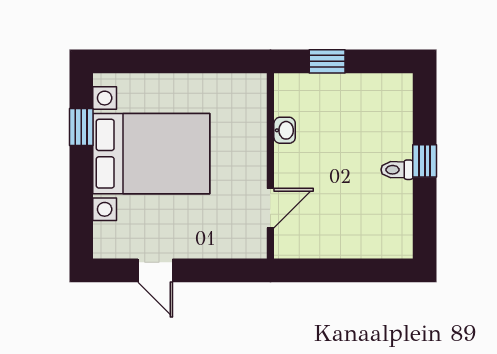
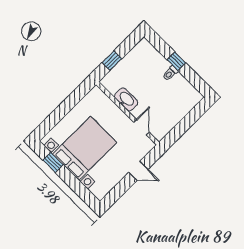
washbasin: (285, 130) -> (126, 99), width x1.91, depth x1.45
door: (155, 270) -> (138, 171), moved

